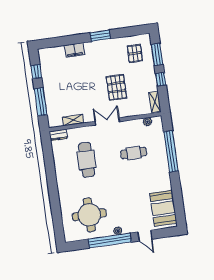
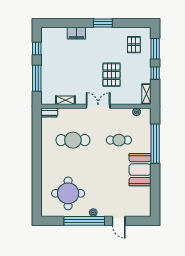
cafe table: (87, 160) -> (73, 140), turned 90
booth: (163, 208) -> (140, 170), moved

